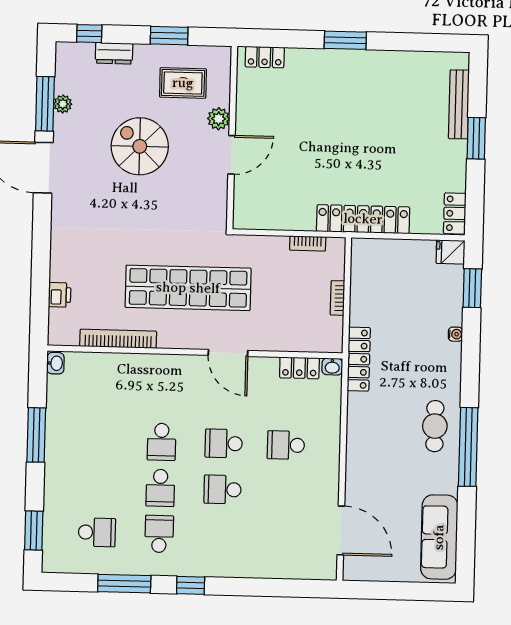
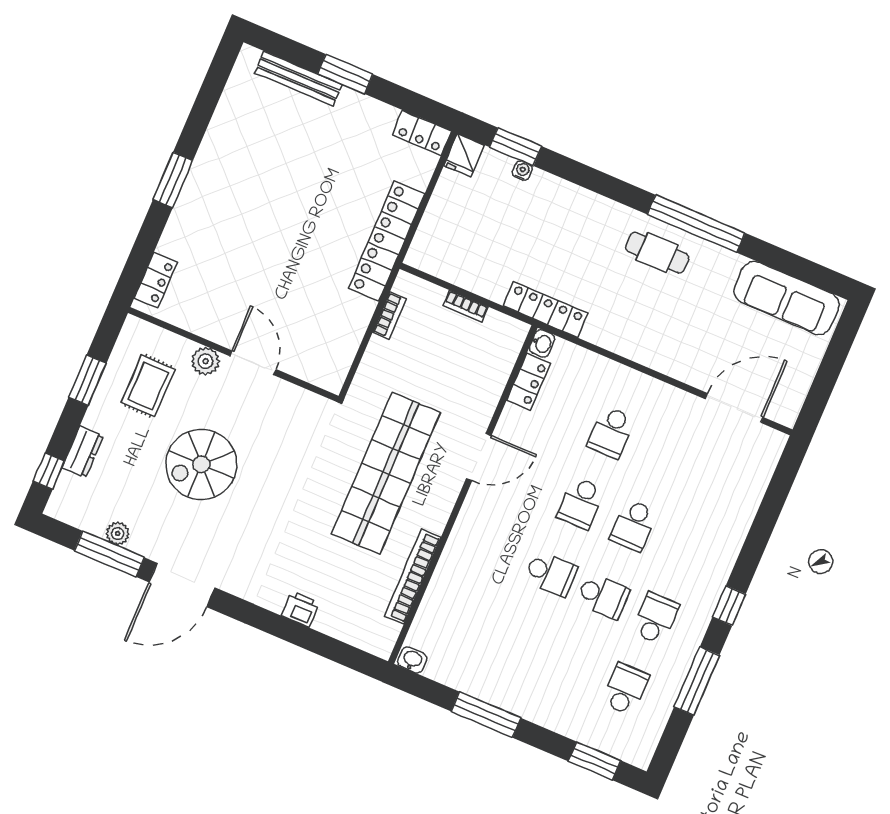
printer: (60, 295) -> (300, 609), moved
water cooler: (455, 334) -> (522, 171), moved
school desk: (159, 534) -> (656, 618), turned 90

